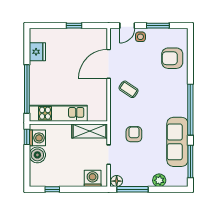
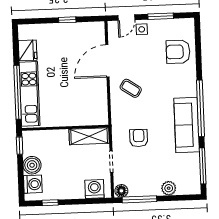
kitchen unit: (58, 113) -> (29, 94), moved, turned 90
washing machine: (37, 138) -> (33, 184), moved
sofa: (177, 142) -> (187, 125), moved

